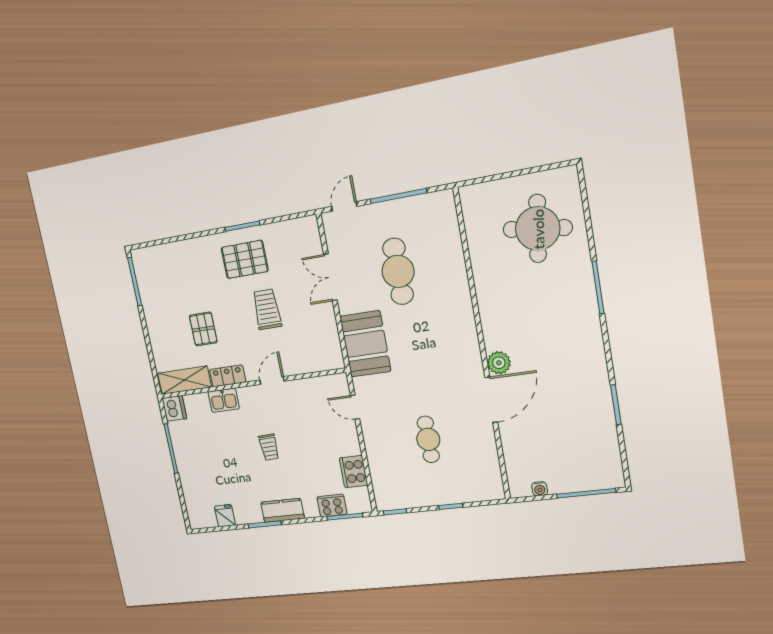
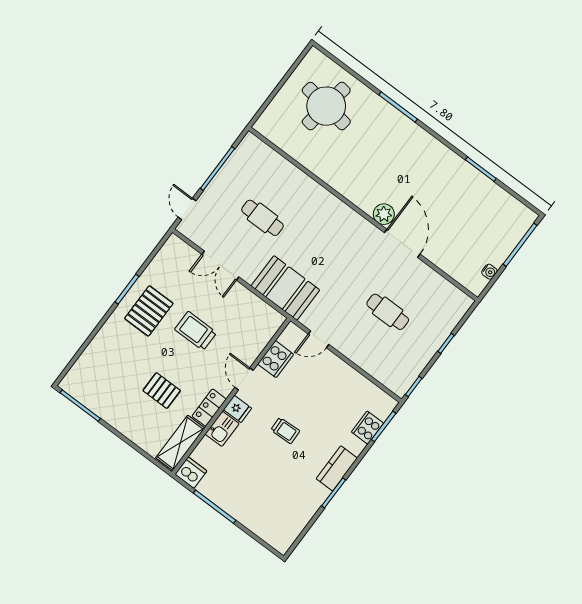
cafe table: (398, 271) -> (262, 218), width x0.73, depth x0.74
cooker: (354, 472) -> (276, 359), moved, turned -90
fridge: (225, 516) -> (238, 409), moved, turned 180

